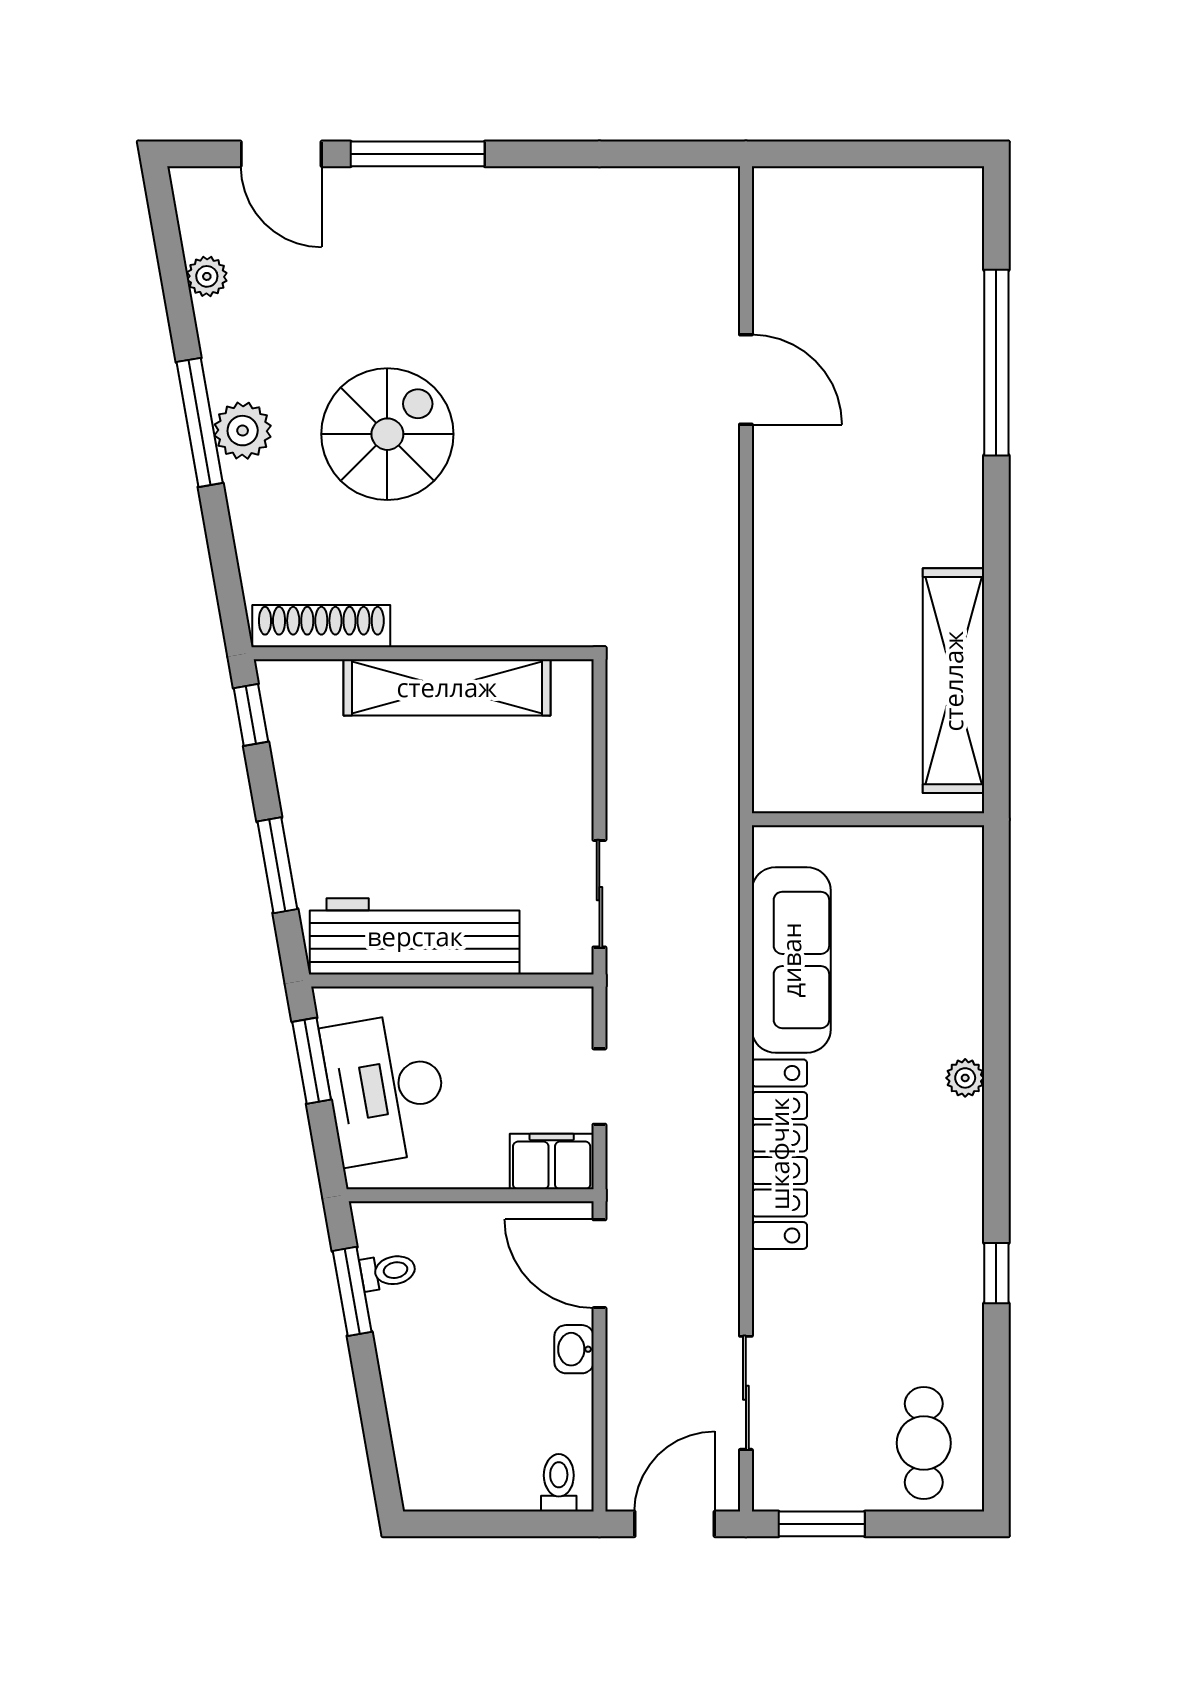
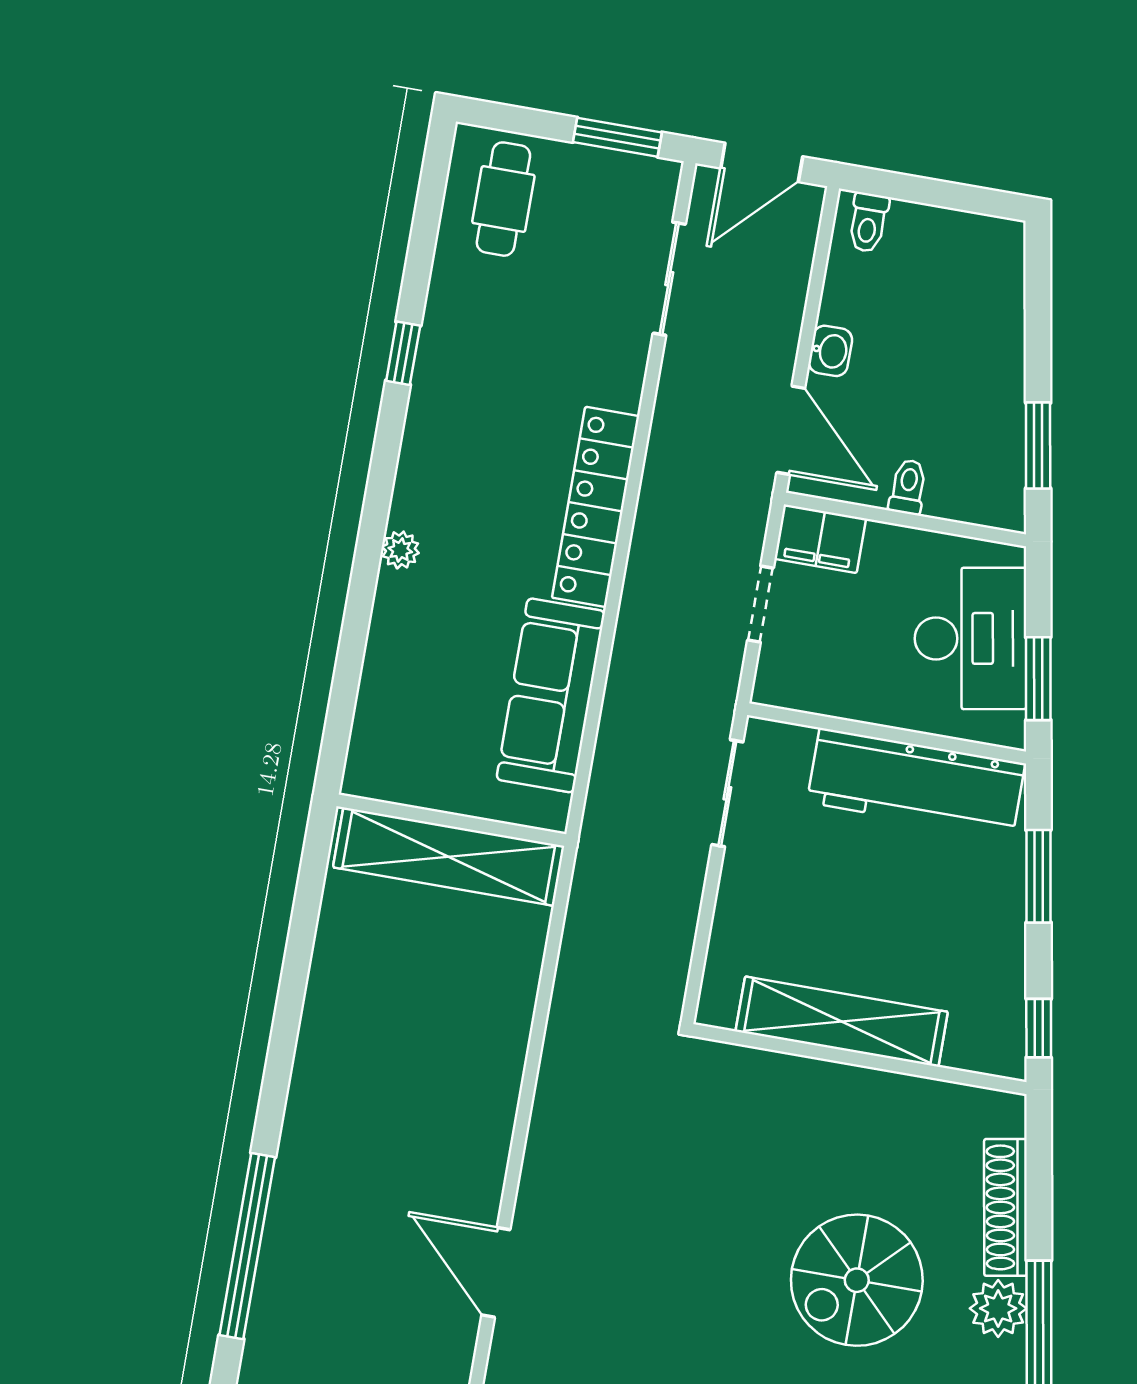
shoe rack: (321, 626) -> (1005, 1207), moved, turned 80
shelving: (953, 681) -> (449, 857), moved, turned 90
toilet: (388, 1271) -> (908, 487), moved, turned 100

